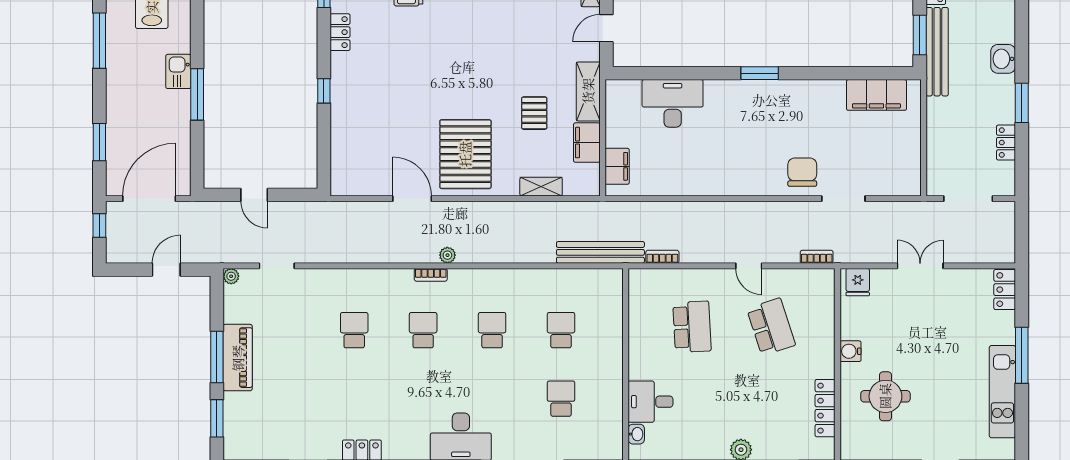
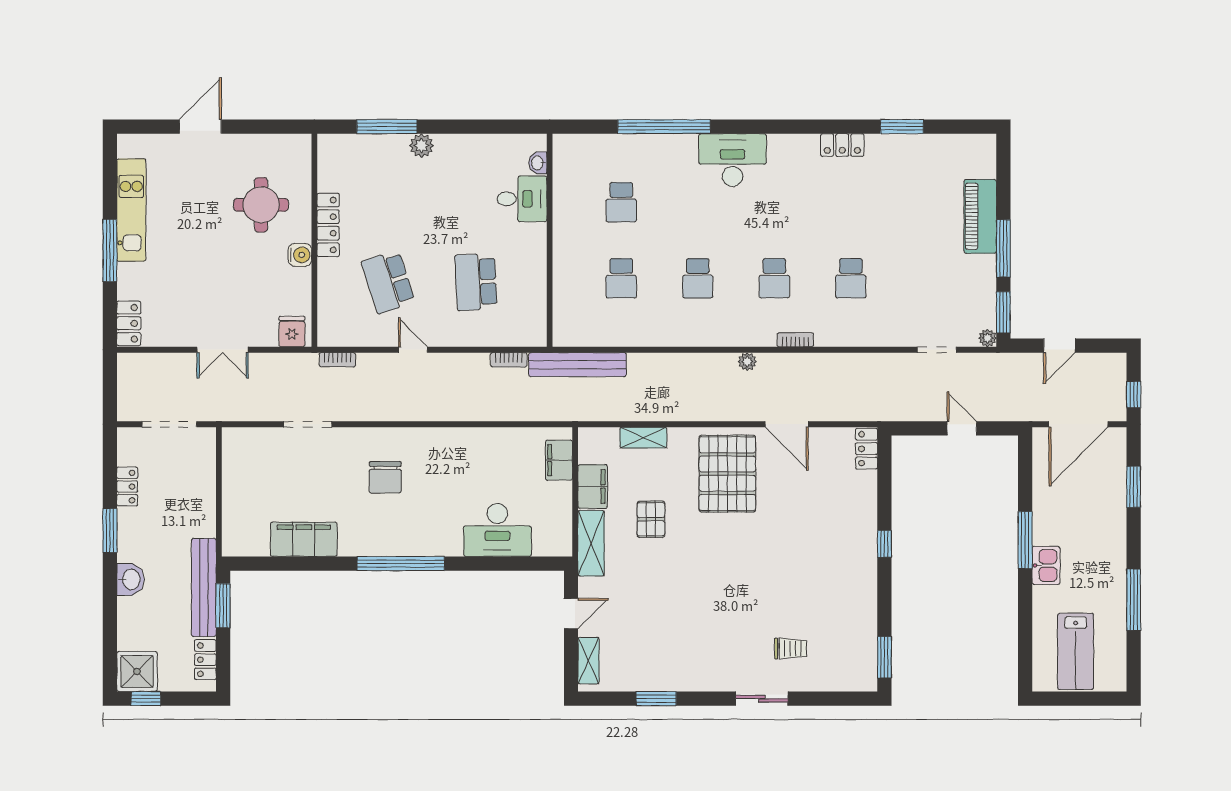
locker: (340, 32) -> (867, 449), moved
window: (760, 73) -> (401, 564), width x2.11
filing cabinet: (876, 95) -> (304, 539), moved
chair: (802, 172) -> (385, 477), moved
bookcase: (431, 275) -> (795, 340), moved
piano: (238, 358) -> (980, 216), moved
locker: (825, 408) -> (328, 225), moved
window: (217, 418) -> (1003, 312), moved

